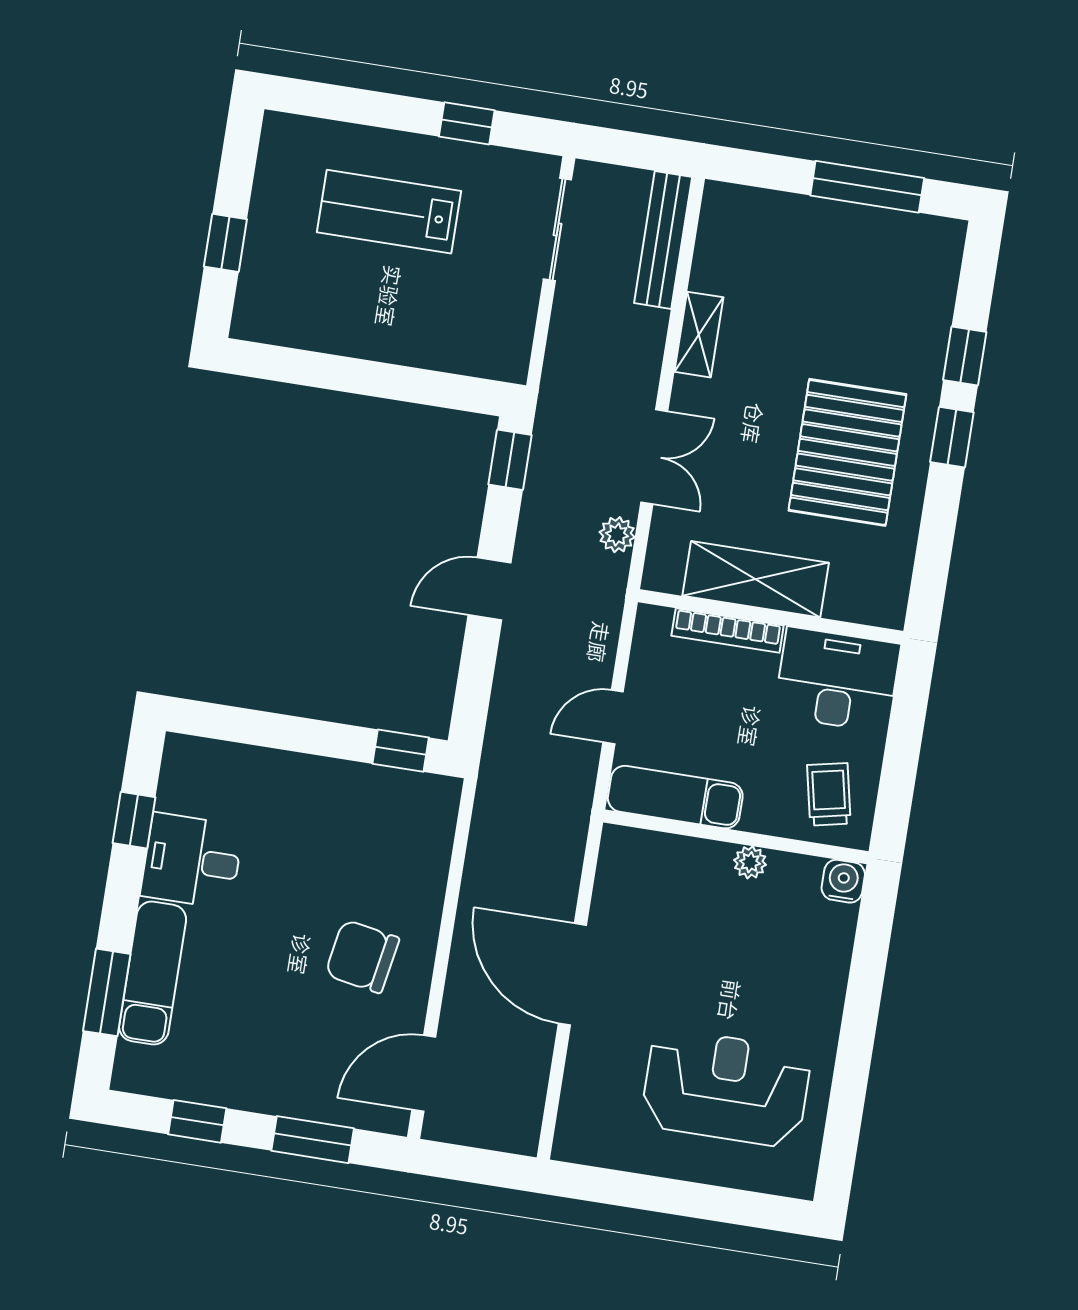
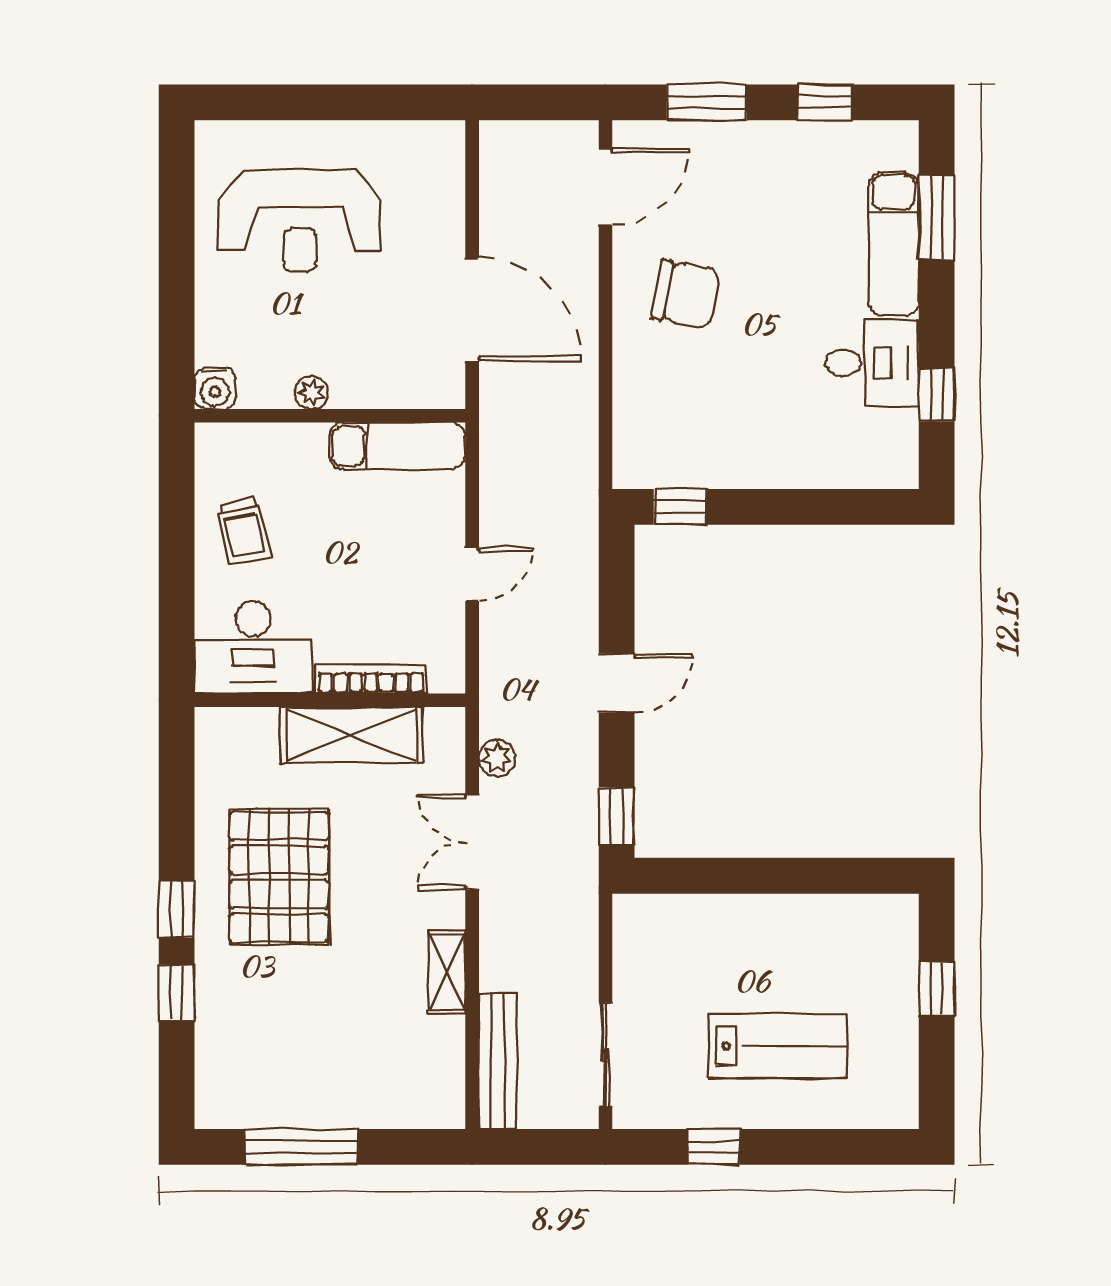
exam couch: (675, 797) -> (397, 446), moved
wall: (736, 837) -> (330, 416), moved
plant: (750, 862) -> (312, 392), moved
water cooler: (843, 881) -> (215, 388), moved

